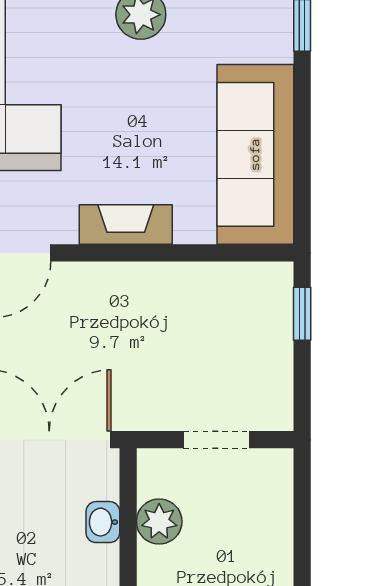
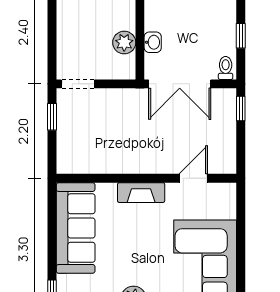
window: (302, 314) -> (52, 117), moved
doorway: (216, 440) -> (78, 84), moved

